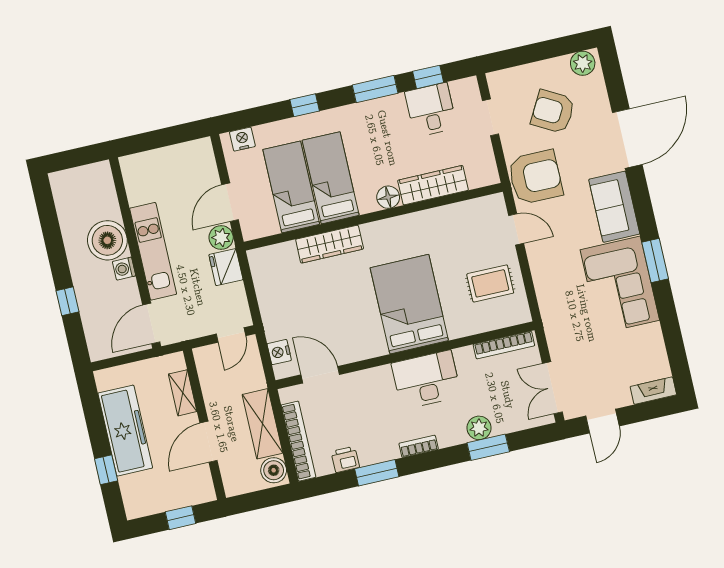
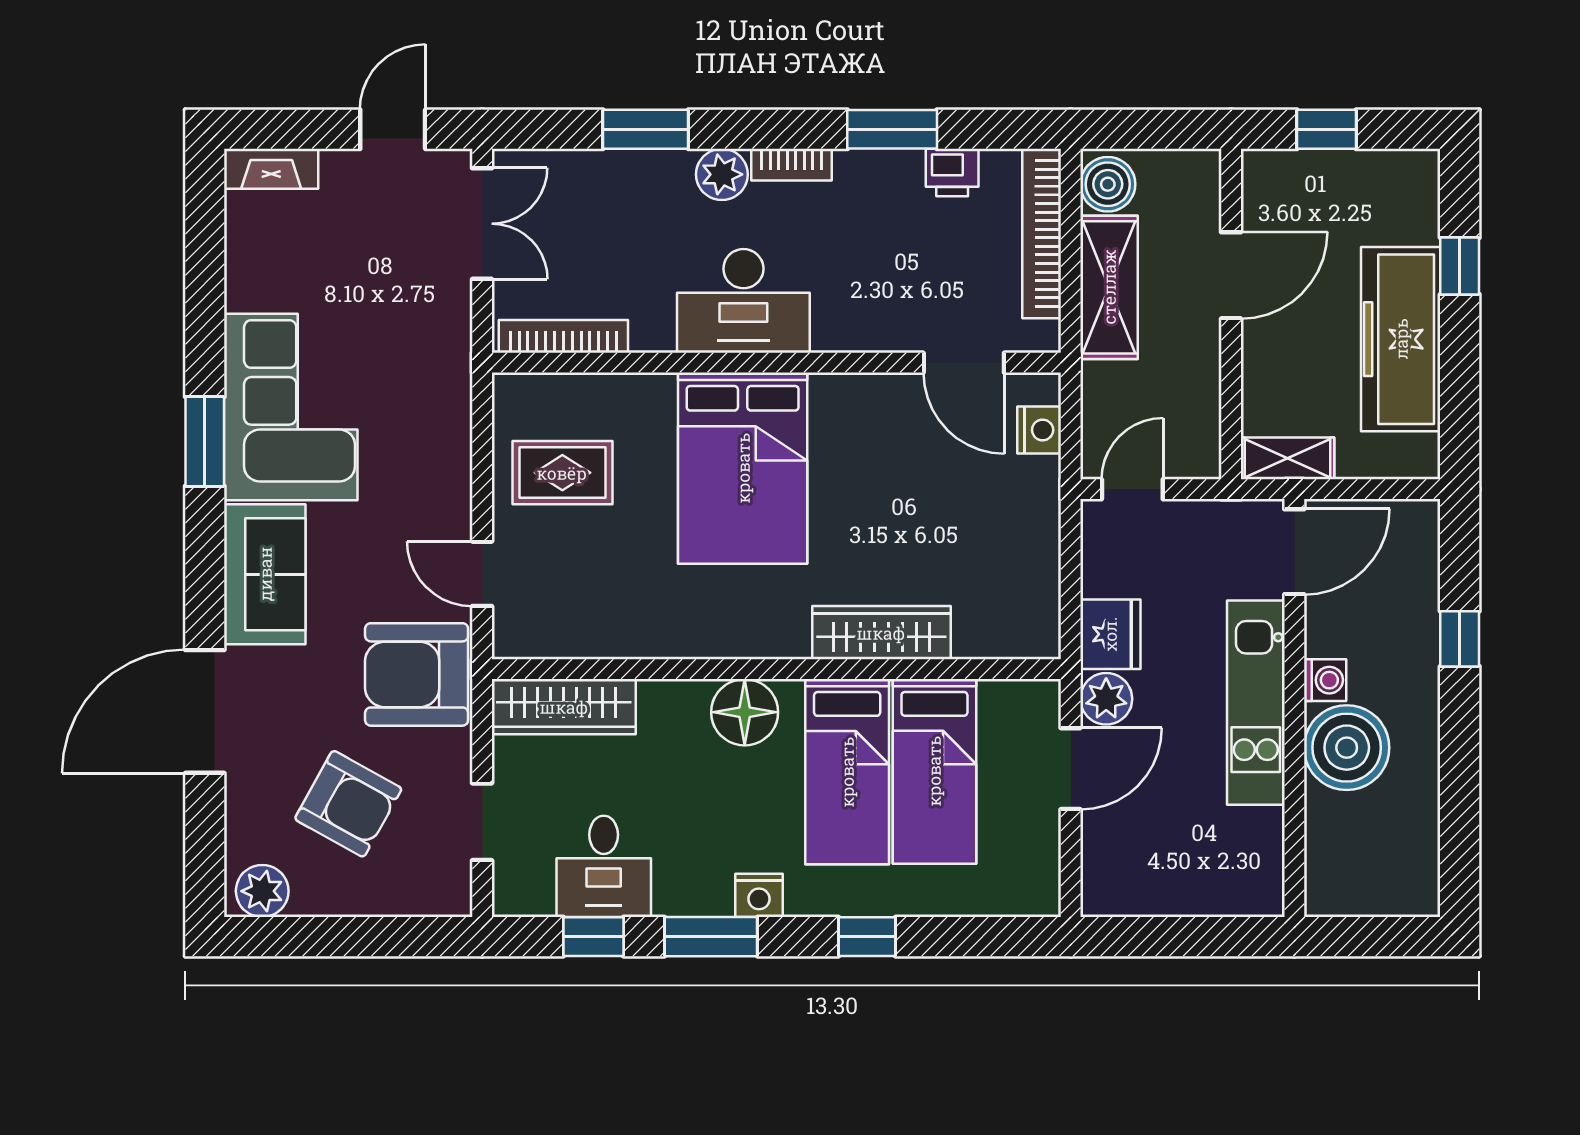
nightstand: (242, 139) -> (759, 895), moved
wardrobe: (433, 185) -> (564, 707), moved
floor lamp: (388, 197) -> (745, 712), width x1.38, depth x1.38
shelving: (183, 393) -> (1288, 458), moved, turned 90
plant: (479, 428) -> (722, 174), moved

